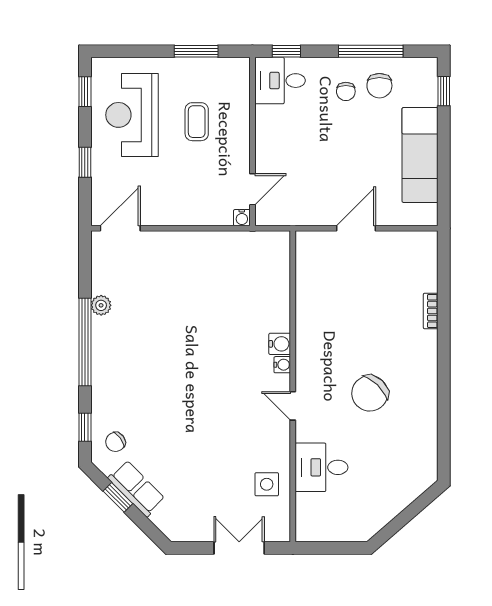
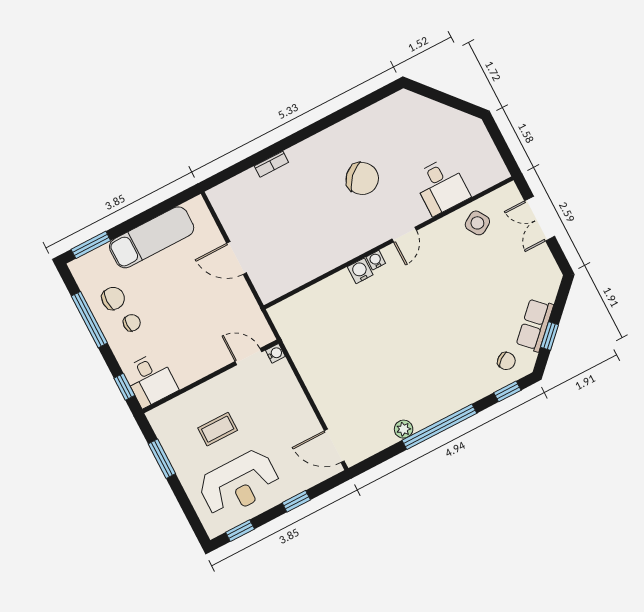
window: (444, 91) -> (91, 245), width x1.50
side table: (267, 484) -> (477, 223), turned -32

